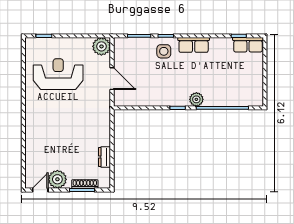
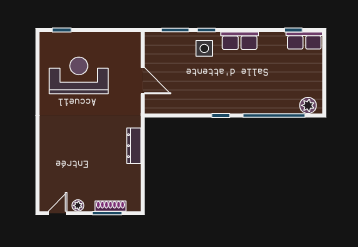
plant: (101, 46) -> (130, 43), removed
plant: (196, 99) -> (308, 105), moved
dresser: (105, 157) -> (134, 146), moved, width x1.44
plant: (57, 179) -> (78, 205), width x0.53, depth x0.53

